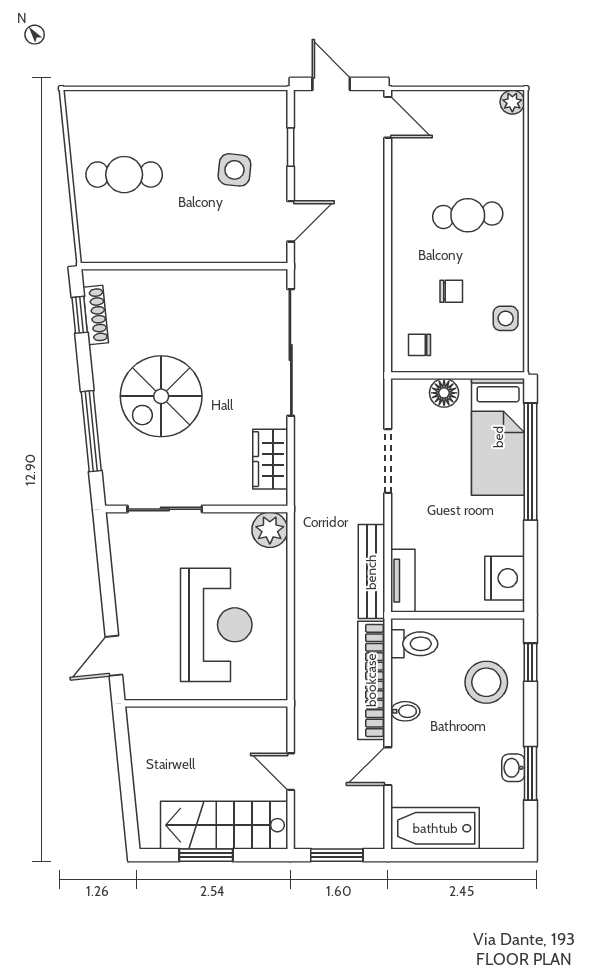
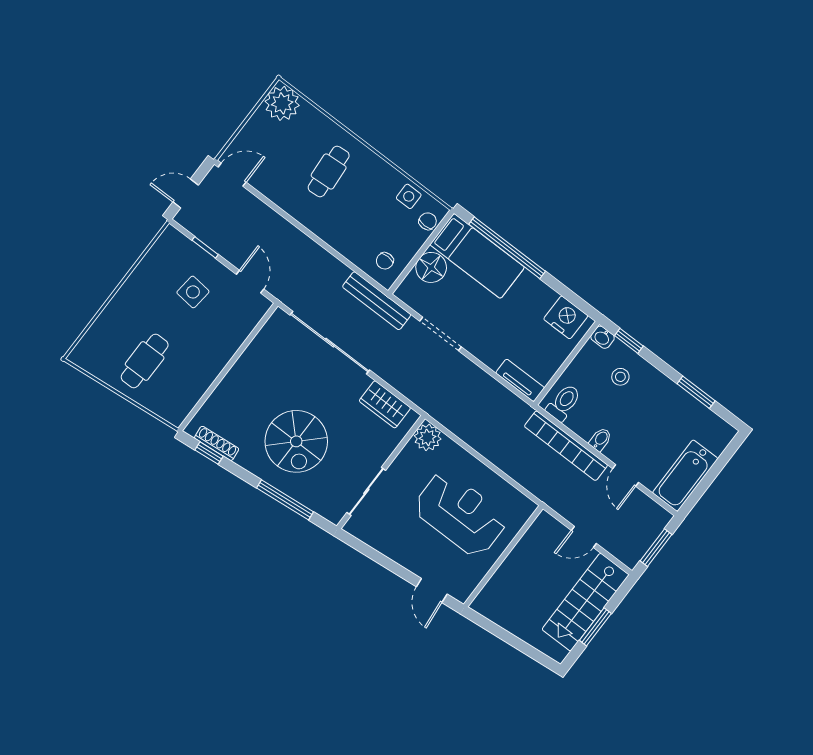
plant: (512, 102) -> (282, 103), width x1.87, depth x1.87
chair: (451, 291) -> (428, 221), moved
floor lamp: (444, 393) -> (431, 267), width x1.38, depth x1.38
bench: (371, 572) -> (377, 301), moved
stool: (486, 682) -> (620, 377), width x0.53, depth x0.53
washbasin: (513, 768) -> (603, 337), moved

